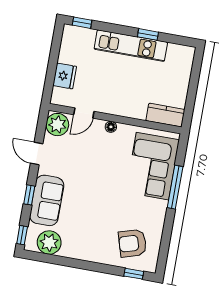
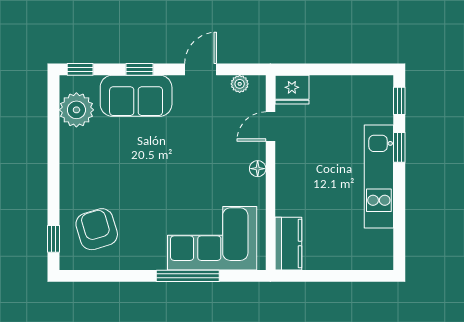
window: (148, 34) -> (399, 147), moved
fridge: (65, 76) -> (292, 90), moved
door: (84, 113) -> (270, 126), hinge flipped
plant: (57, 125) -> (240, 84), width x0.53, depth x0.53

